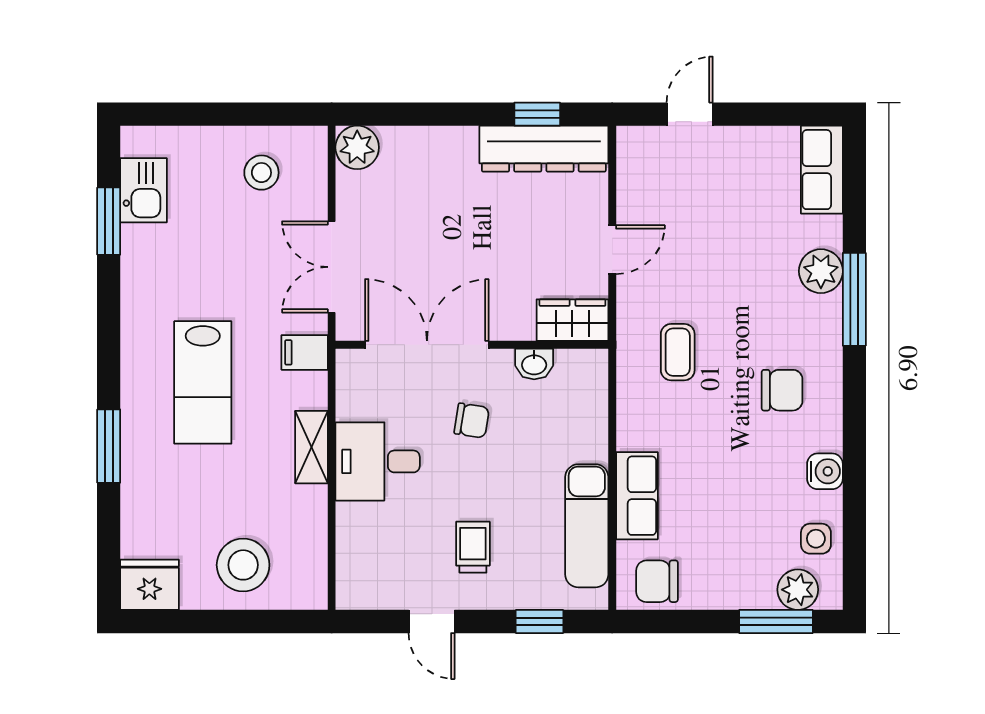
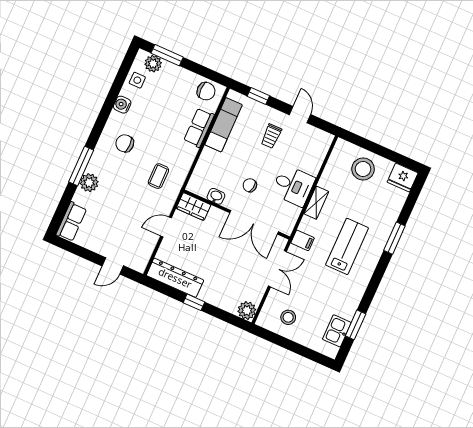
window: (537, 114) -> (194, 302), moved

